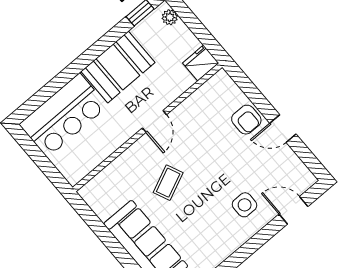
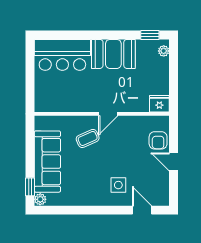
fridge: (201, 63) -> (159, 104), moved
door: (154, 121) -> (108, 114), moved
wall: (147, 127) -> (102, 114), moved

